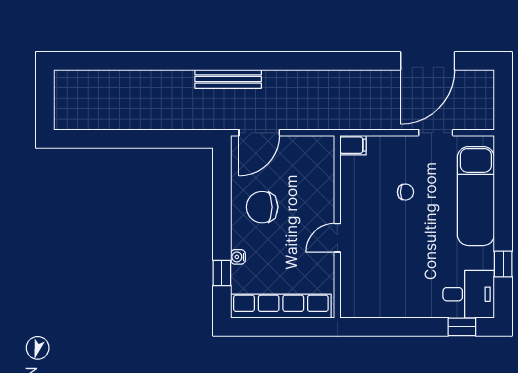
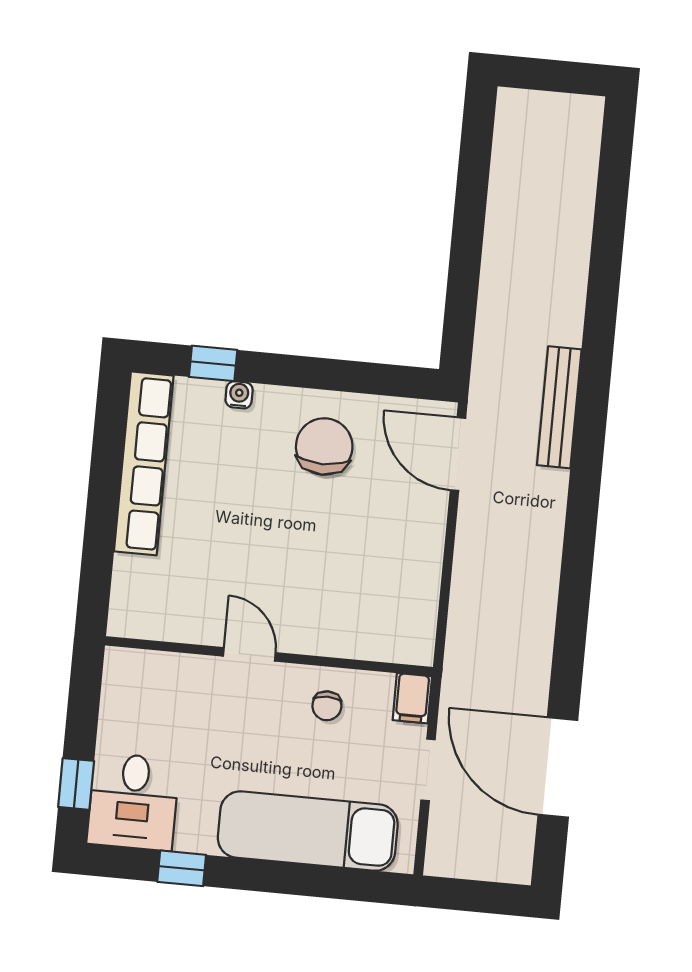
filing cabinet: (353, 145) -> (412, 698), moved
wall: (337, 227) -> (269, 656), moved
door: (337, 238) -> (249, 654), moved

